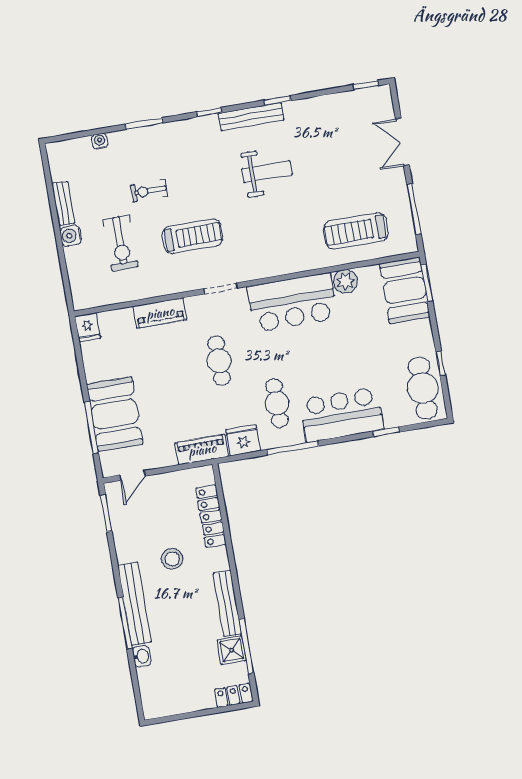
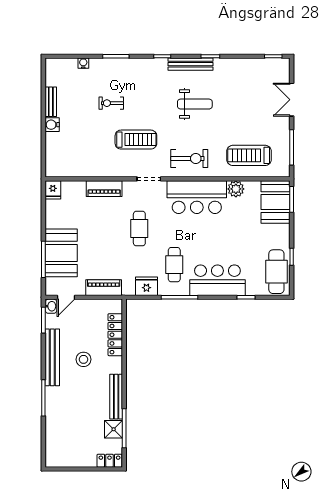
exercise bike: (121, 243) -> (189, 159), moved, turned -90
piano: (202, 450) -> (104, 288), moved
bench: (135, 604) -> (52, 357), moved
washbasin: (142, 656) -> (51, 306), moved

